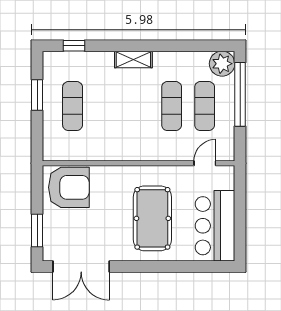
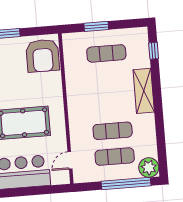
shelving: (133, 59) -> (144, 91), width x1.50, depth x1.33
window: (37, 95) -> (96, 26), moved
door: (205, 163) -> (70, 160), swing flipped

